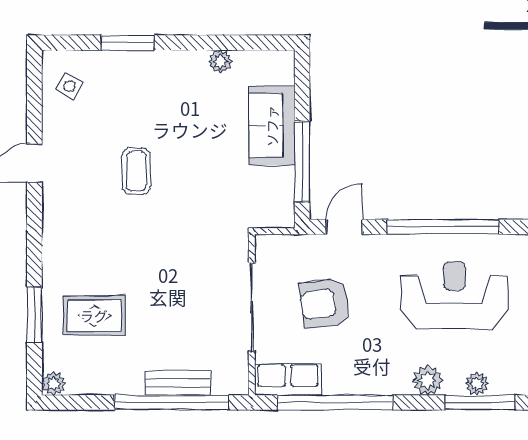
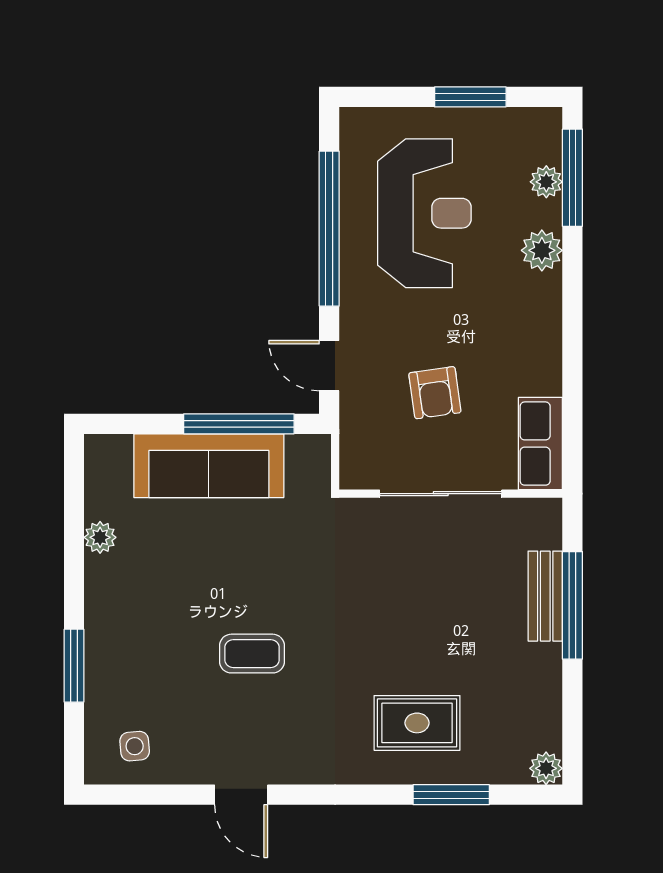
side table: (69, 86) -> (135, 746), turned -34
sofa: (272, 126) -> (209, 466), width x1.36
reception desk: (454, 296) -> (424, 213), turned 180
armchair: (325, 303) -> (435, 393), width x0.72, depth x0.72
rug: (94, 316) -> (417, 723), moved, turned 90
window: (171, 403) -> (572, 605), width x0.68
window: (335, 403) -> (572, 378), removed

